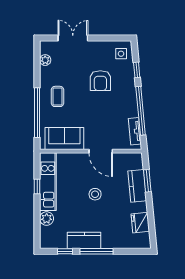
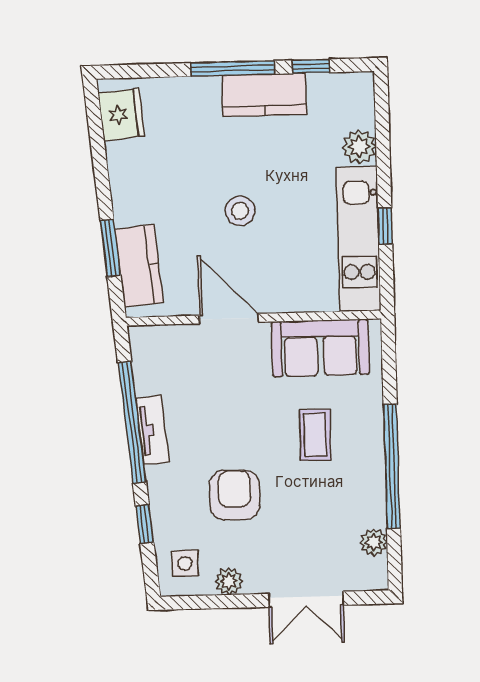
plant: (104, 46) -> (229, 581), added
coffee table: (58, 96) -> (315, 435), moved
window: (37, 113) -> (392, 467), moved
tv unit: (135, 131) -> (152, 430), moved
kitchen counter: (137, 186) -> (139, 266), moved
fridge: (140, 223) -> (121, 115), moved

